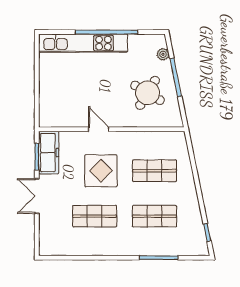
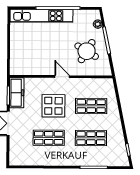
door: (99, 129) -> (62, 77), moved

